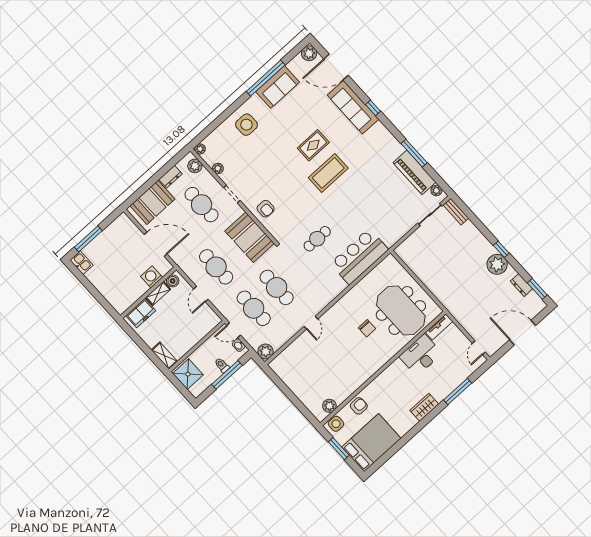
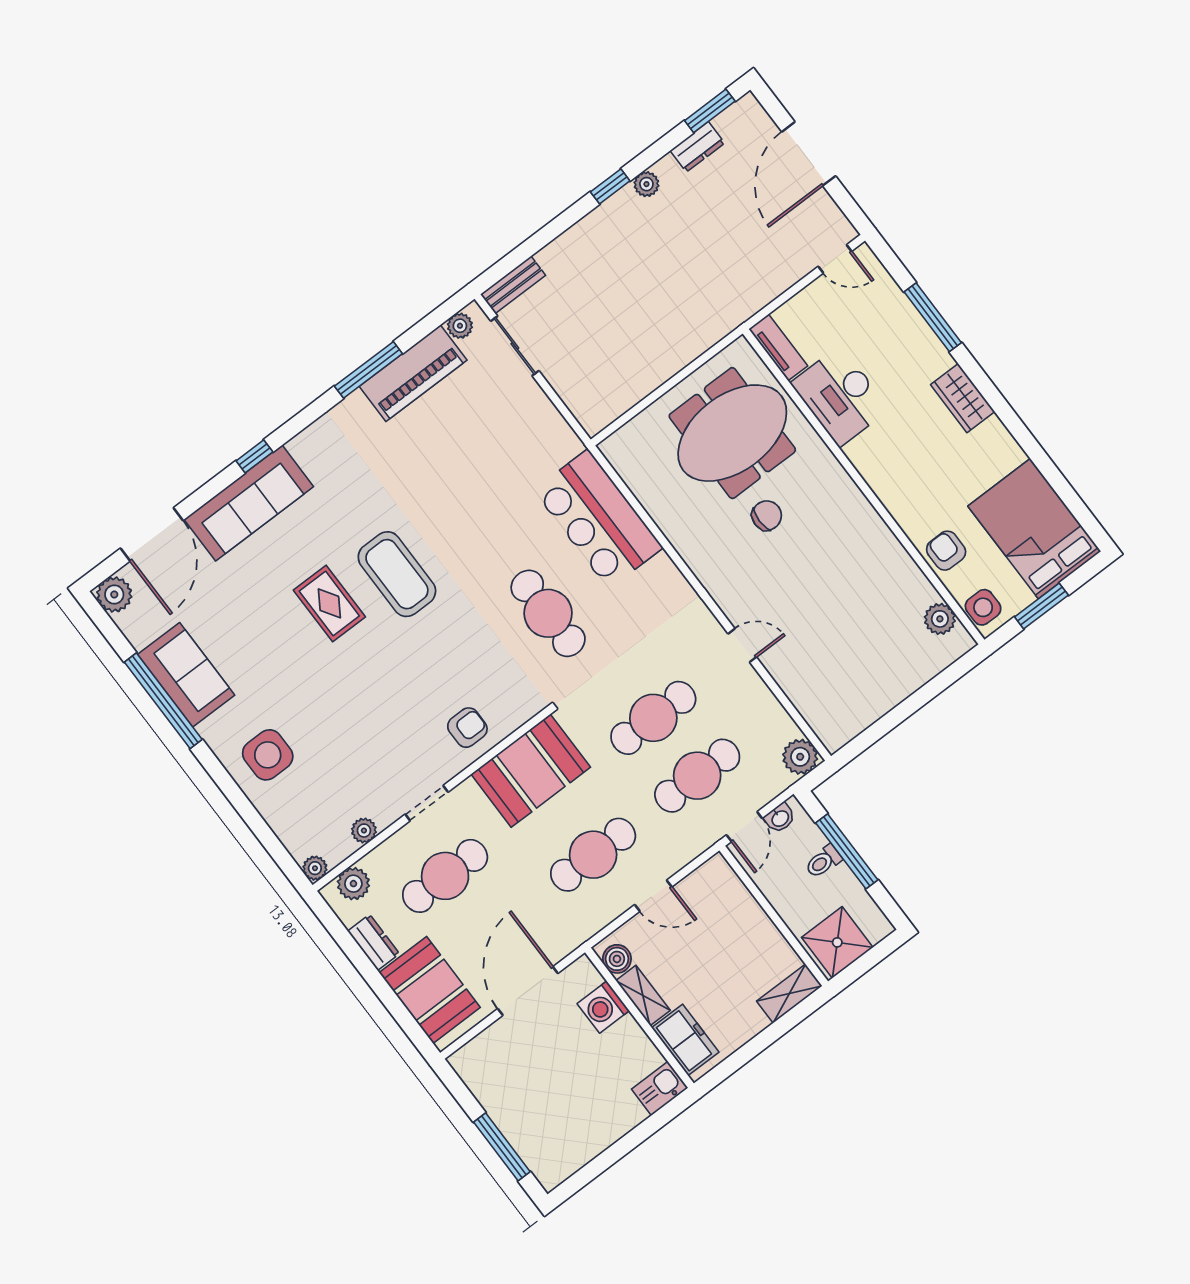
cafe table: (317, 239) -> (548, 613), width x1.37, depth x1.35
kitchen sink: (82, 263) -> (660, 1088), moved
plant: (497, 264) -> (646, 184), width x0.53, depth x0.53

